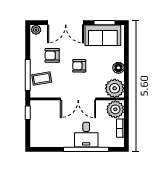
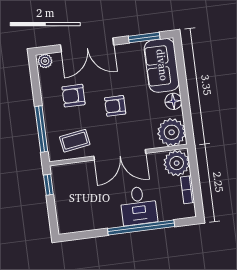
sofa: (103, 35) -> (162, 65), moved, turned 90
coffee table: (42, 79) -> (75, 141), moved

